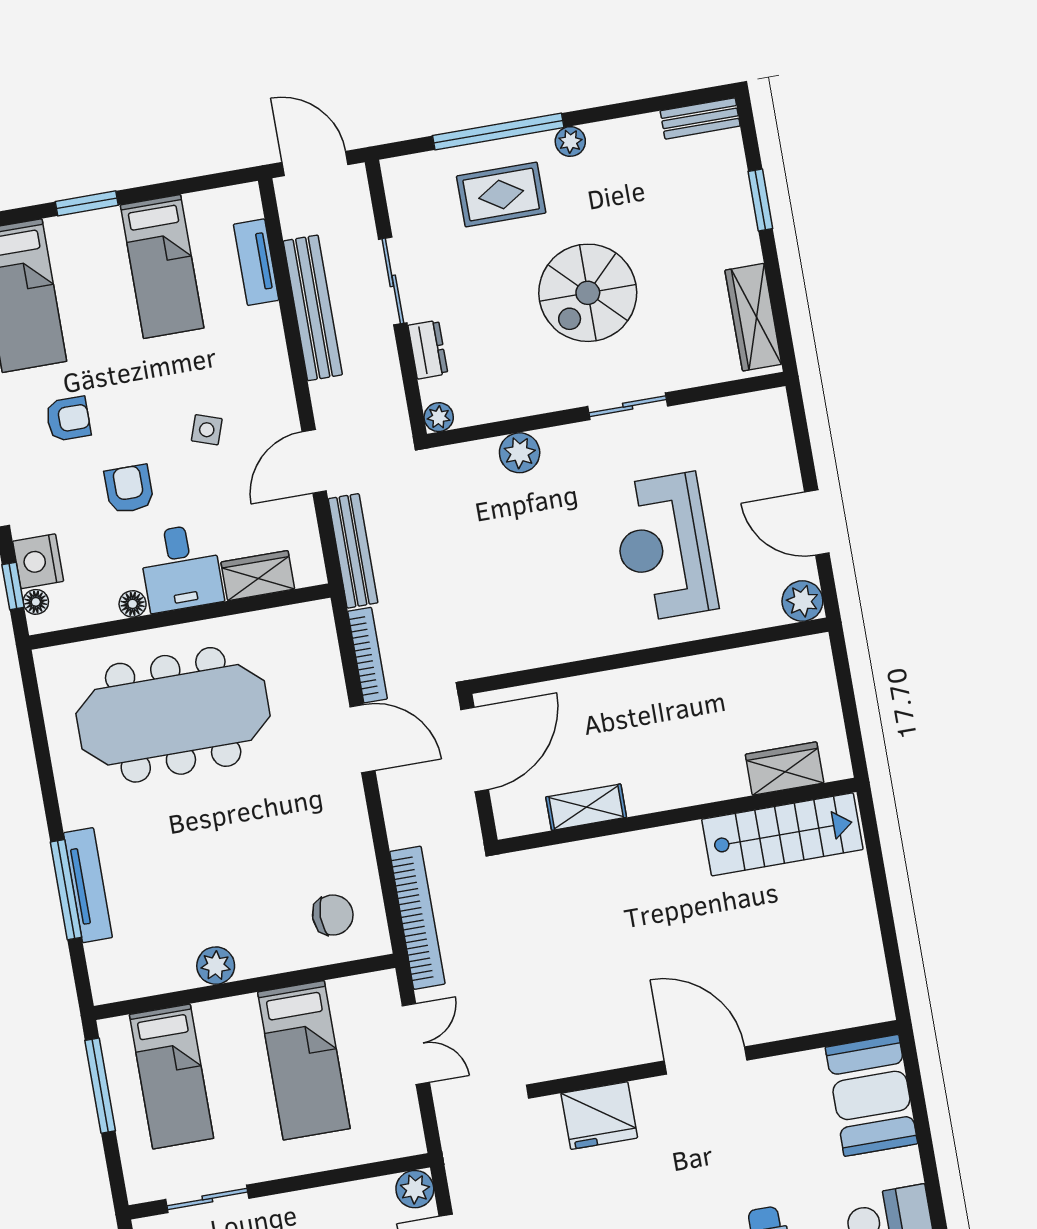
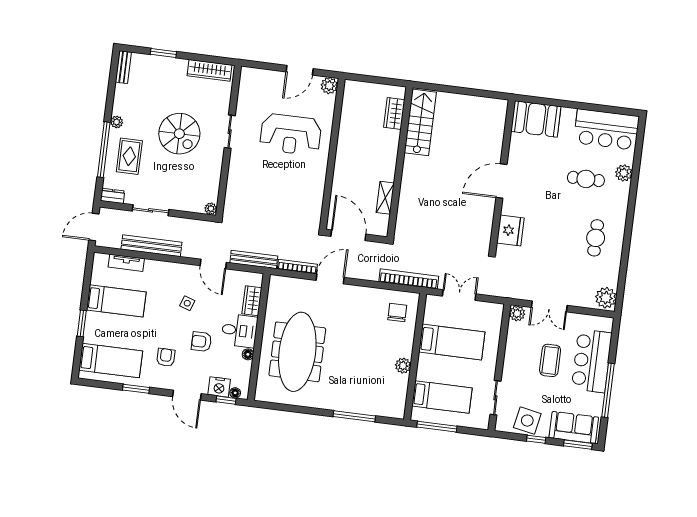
dresser: (428, 350) -> (113, 196), moved
plant: (520, 453) -> (235, 181), removed
tv unit: (88, 885) -> (355, 407), removed

